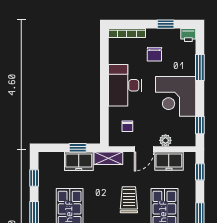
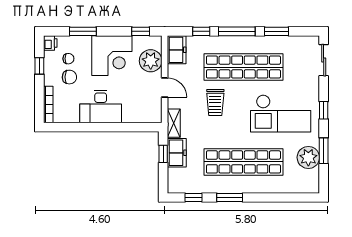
chair: (127, 126) -> (68, 59), moved
plant: (165, 140) -> (151, 61), width x1.88, depth x1.88
freezer: (169, 161) -> (177, 50), moved
window: (200, 172) -> (201, 31), moved
trolley: (129, 200) -> (215, 103), turned -90

